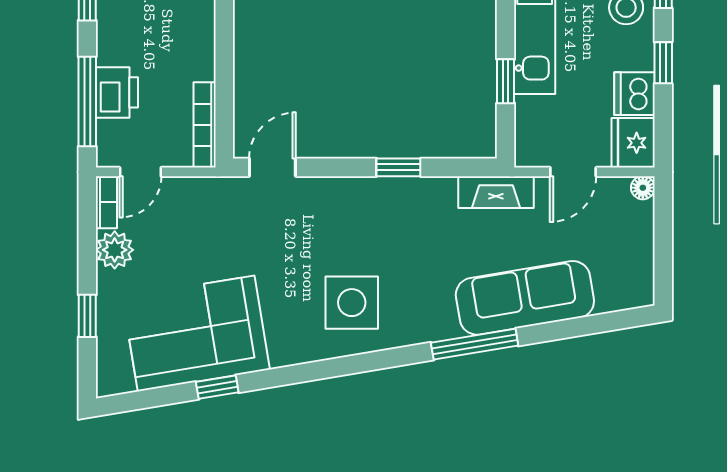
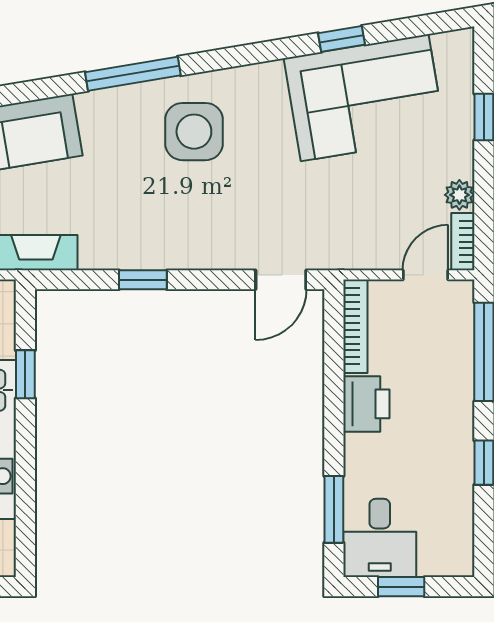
printer: (117, 92) -> (366, 404), moved, turned 180
plant: (115, 250) -> (459, 195), width x0.73, depth x0.73
window: (475, 344) -> (133, 74), moved

